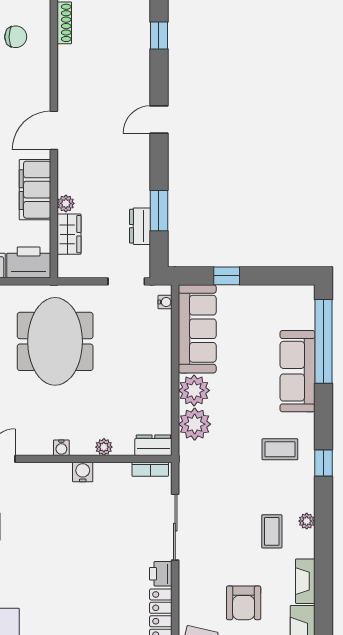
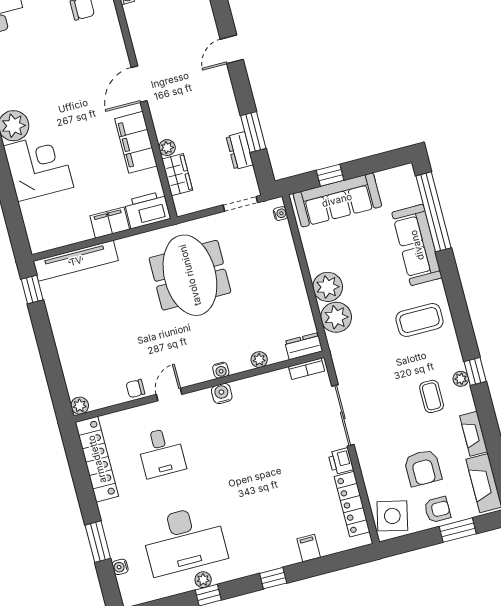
sofa: (197, 329) -> (337, 200), moved, turned 90
coffee table: (280, 449) -> (419, 320), width x1.36, depth x1.30
window: (323, 463) -> (475, 371), moved
water cooler: (83, 472) -> (222, 394), moved

